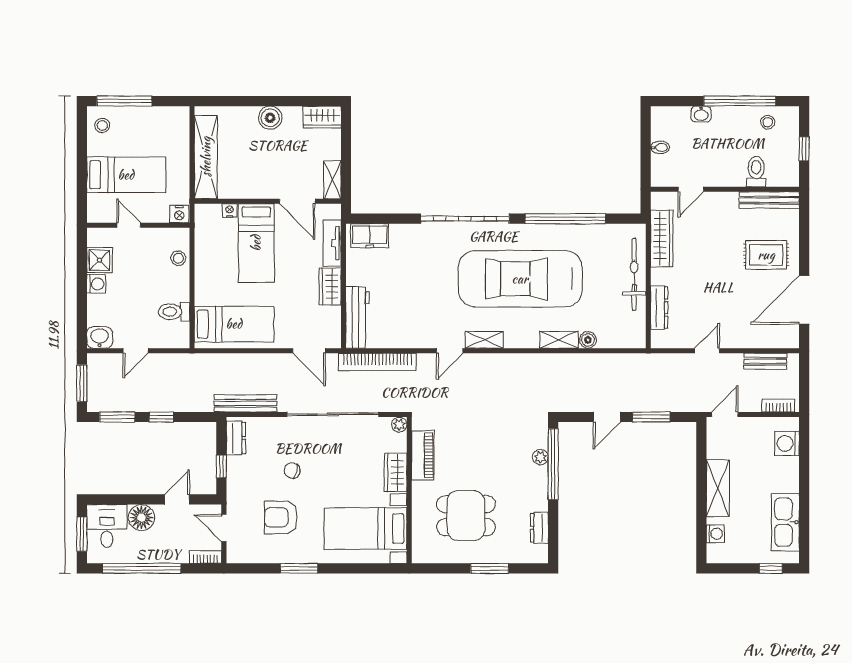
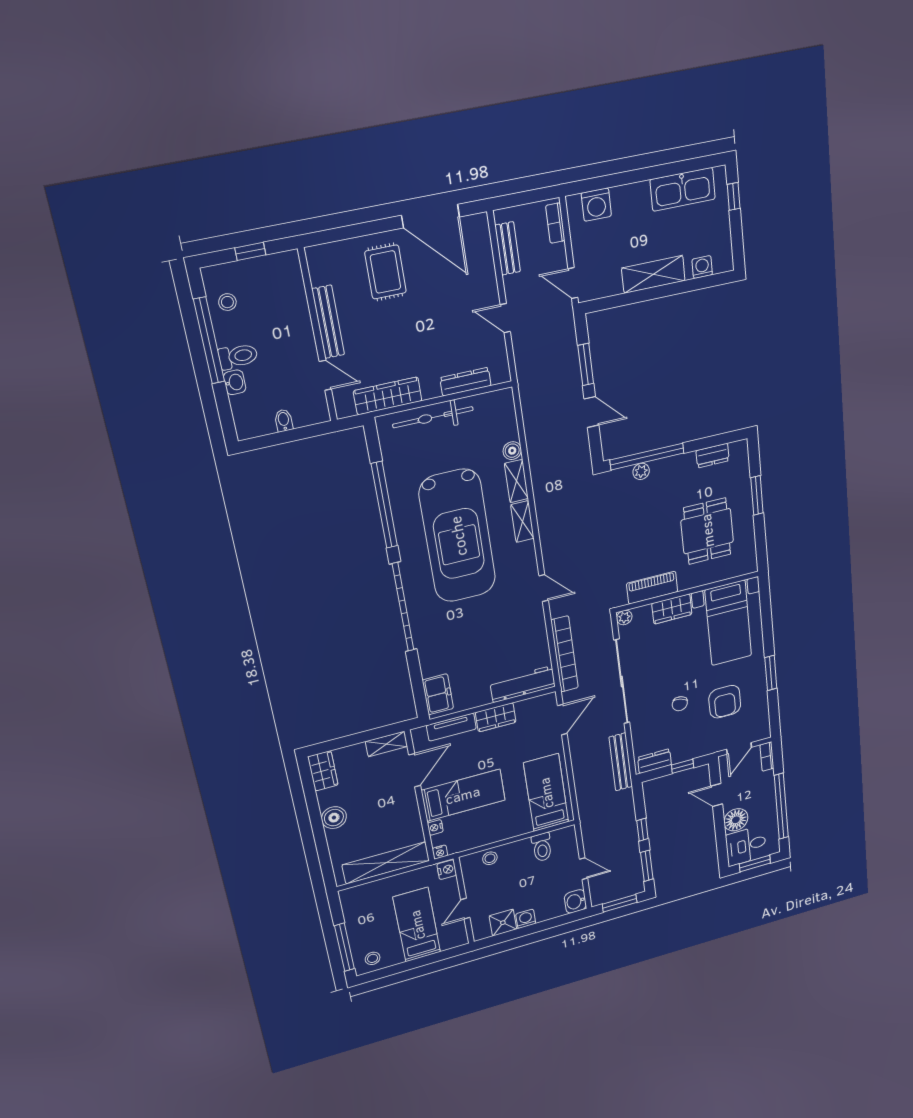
toilet: (756, 172) -> (238, 356), moved, turned 180
bench: (769, 200) -> (328, 322), moved
nightstand: (201, 211) -> (440, 852), added
shelving: (484, 340) -> (522, 522), moved

